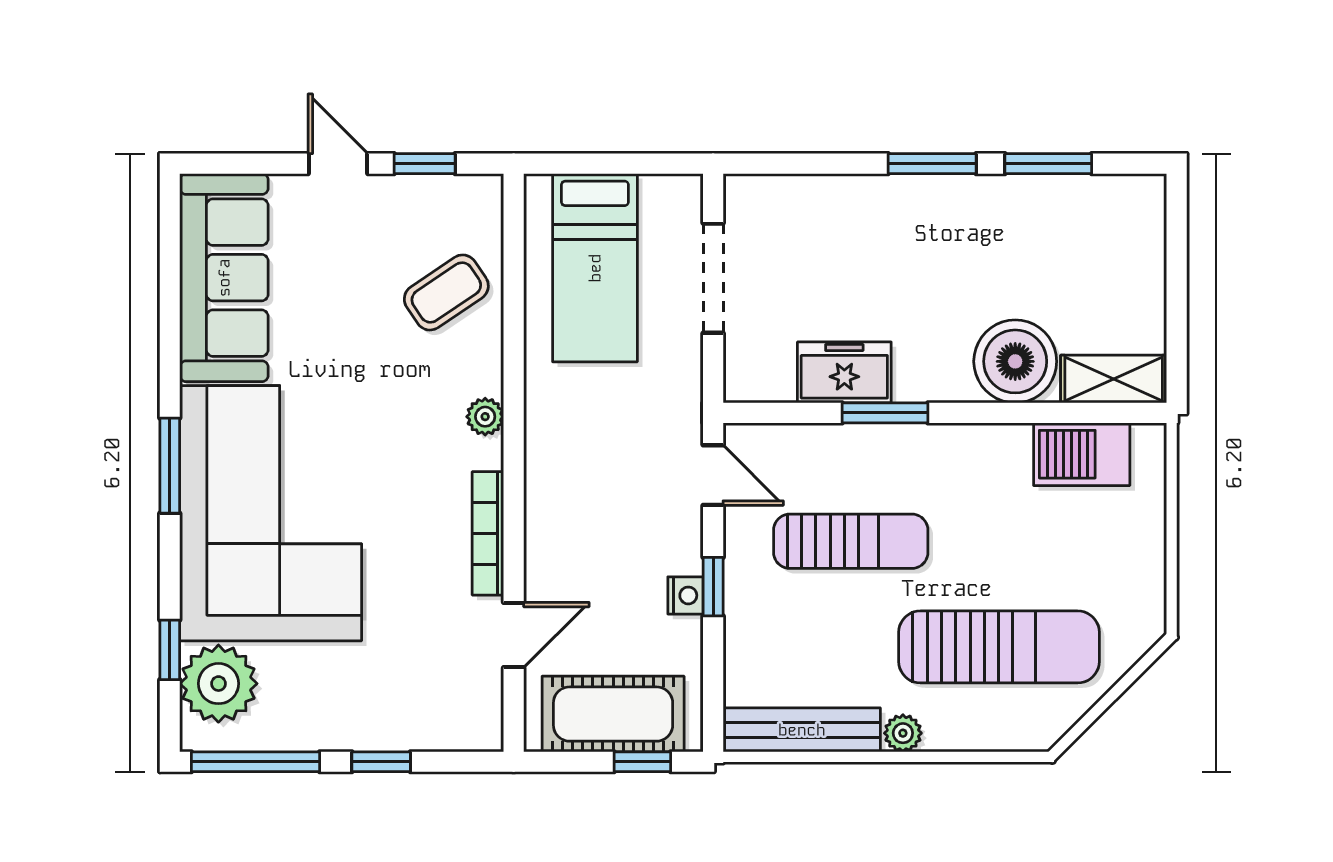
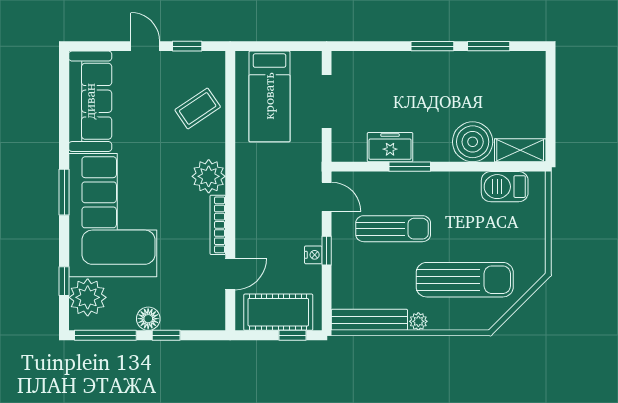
plant: (485, 417) -> (209, 176), width x1.87, depth x1.87
floor lamp: (344, 728) -> (148, 319), added

